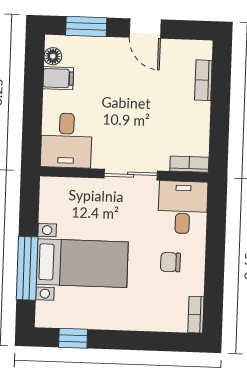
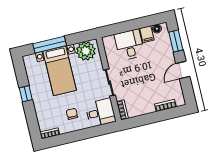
desk: (66, 140) -> (129, 45), moved, turned 90
plant: (58, 203) -> (86, 51), added
window: (73, 338) -> (26, 94), moved

